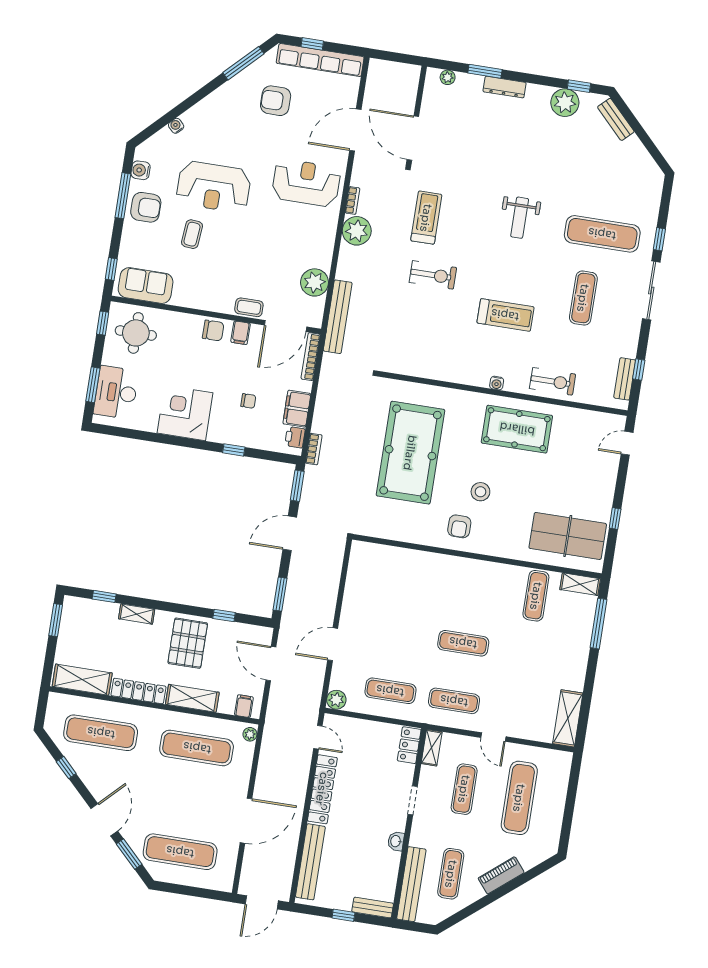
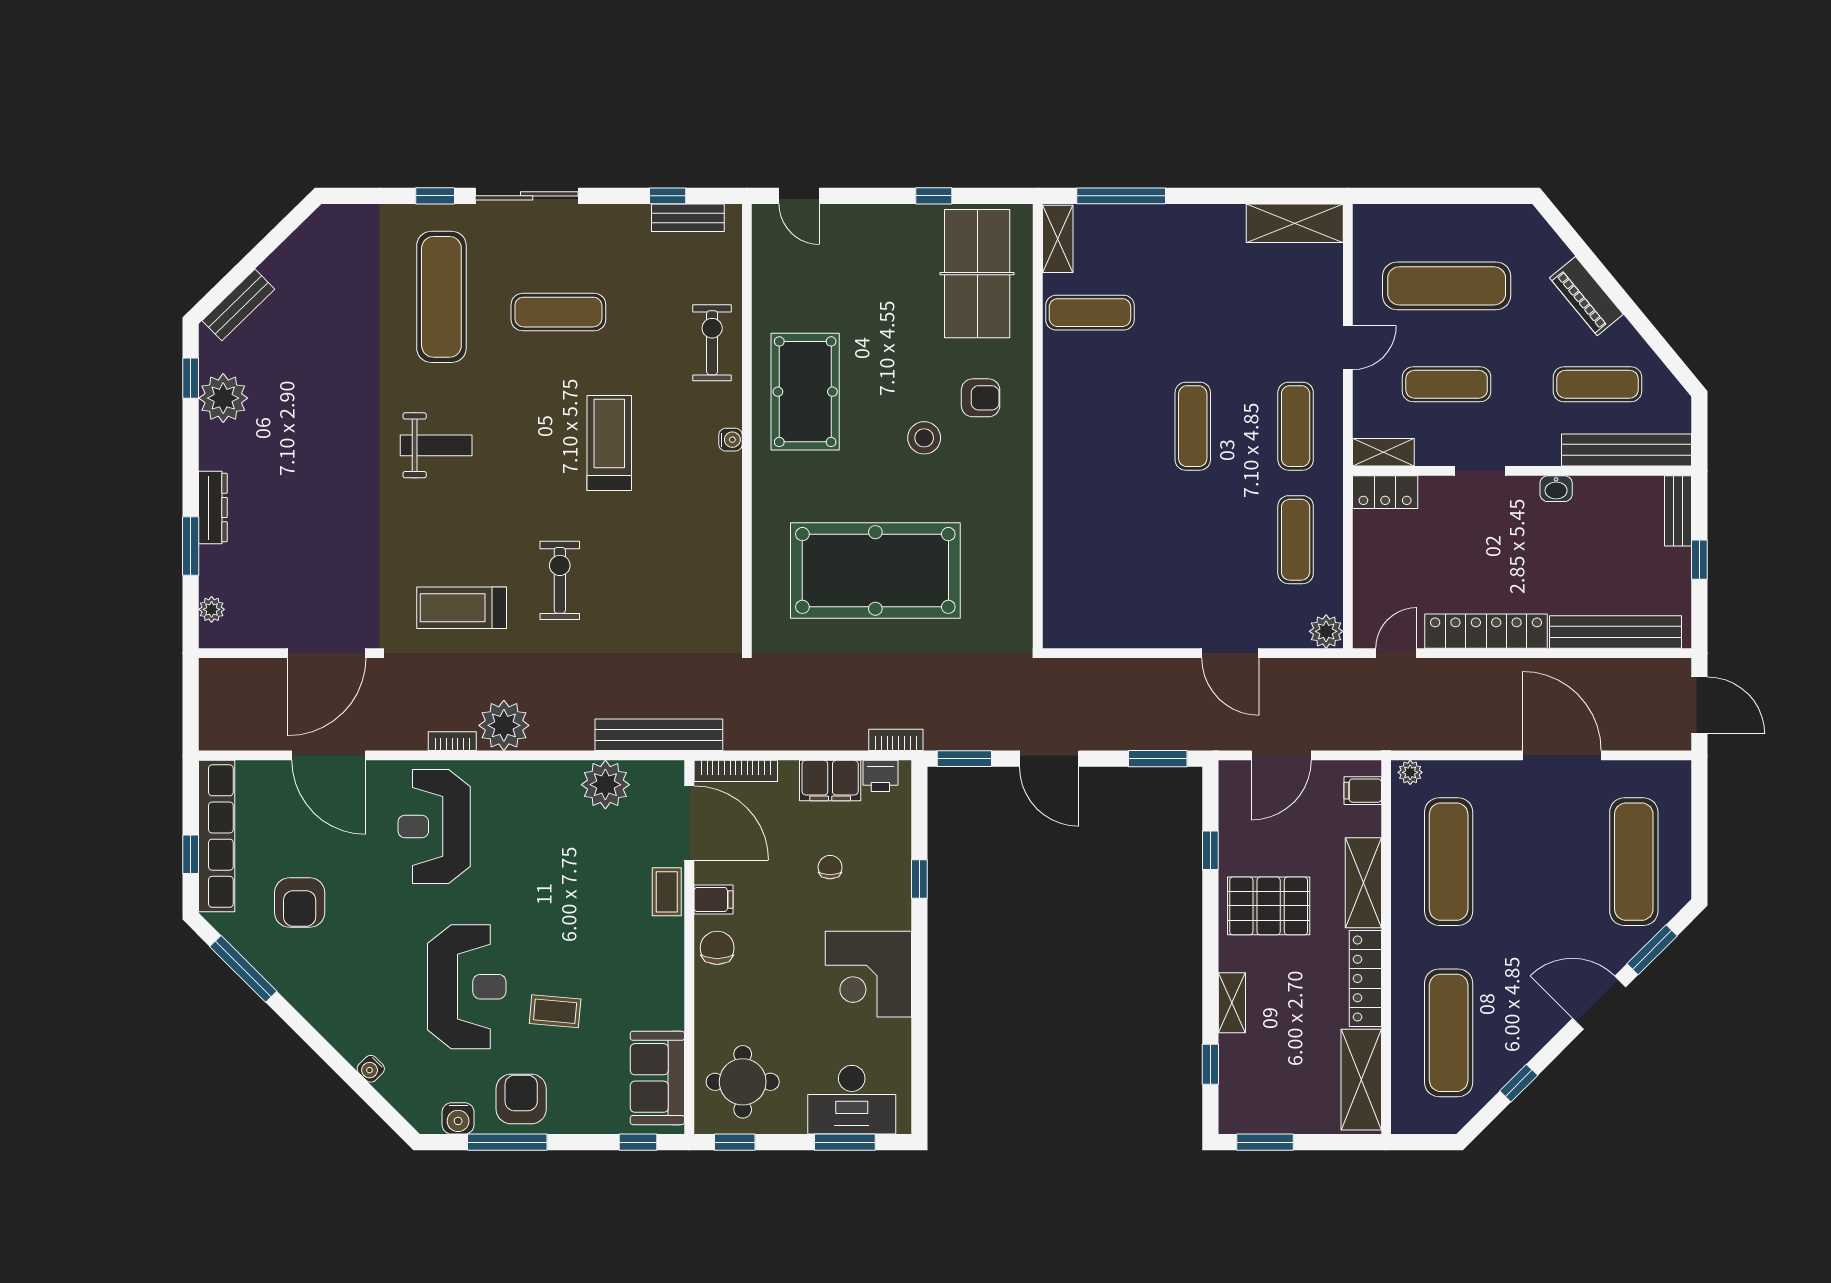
armchair: (459, 526) -> (981, 398), moved

